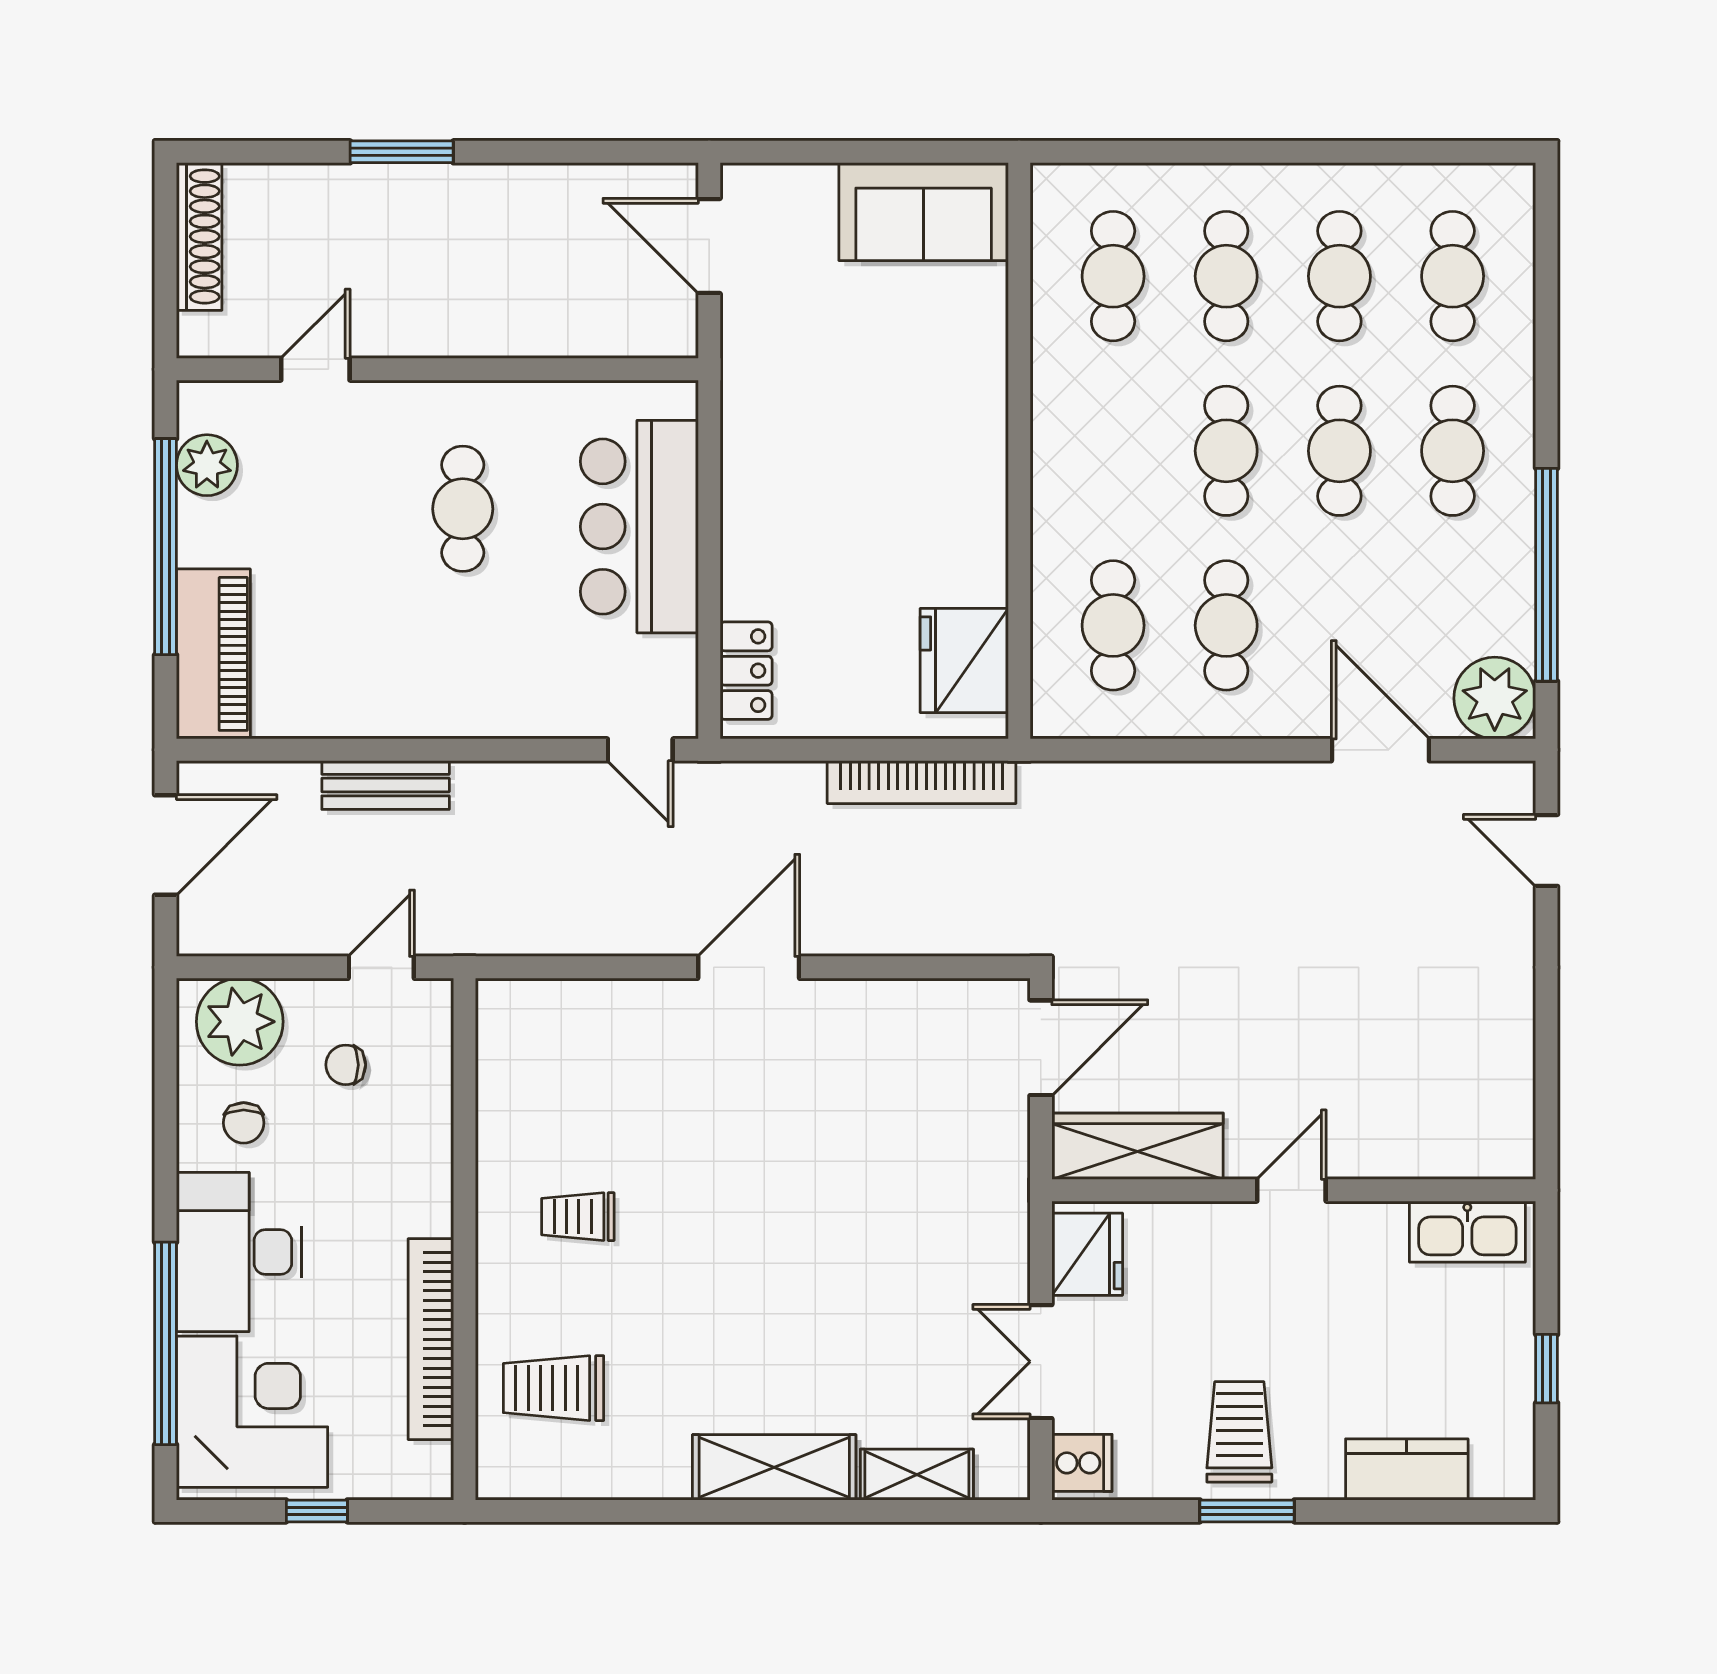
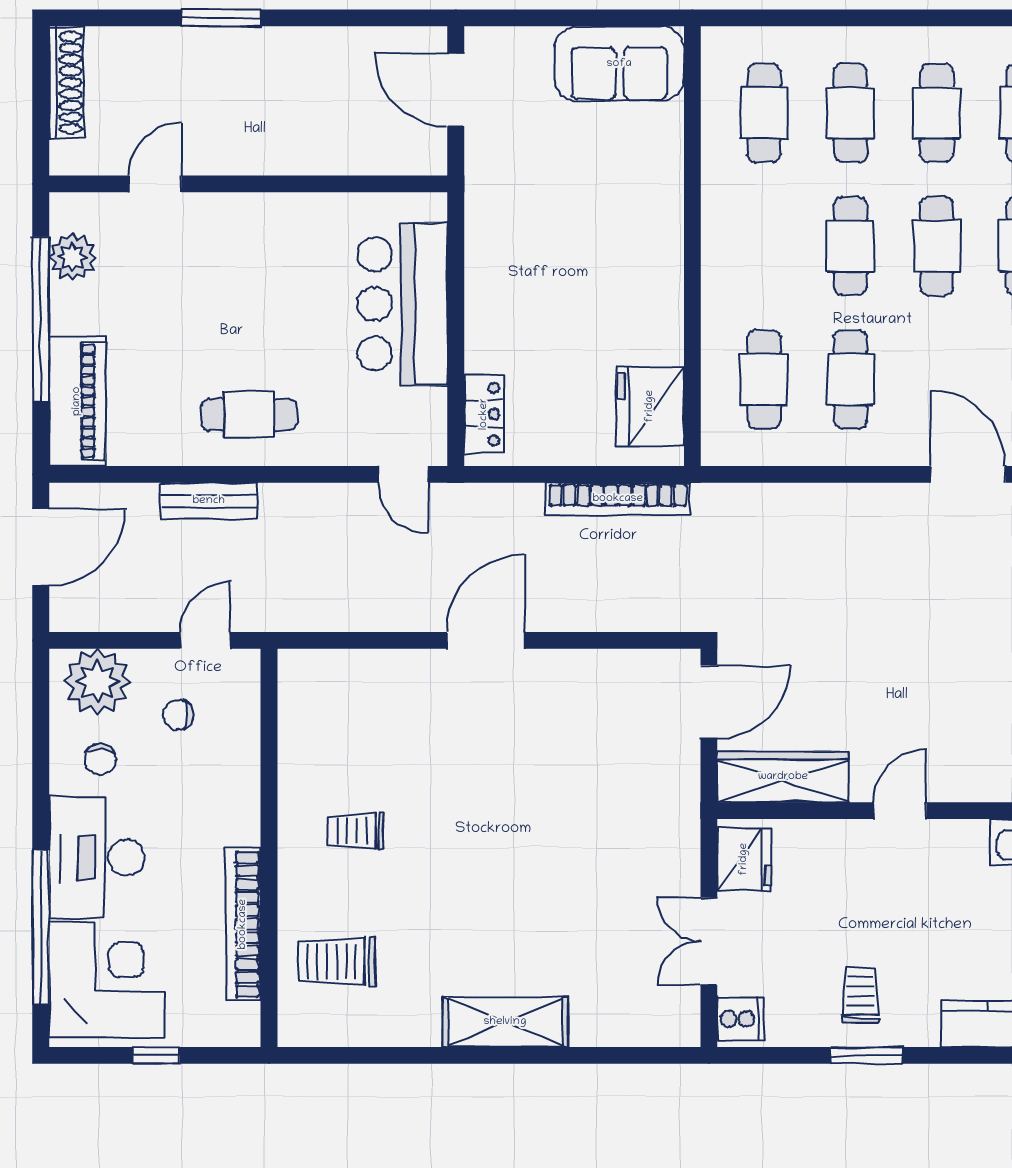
cafe table: (463, 509) -> (249, 415), moved, turned 90
trolley: (1239, 1432) -> (860, 995), width x0.73, depth x0.72
shelving: (917, 1475) -> (614, 1028), removed

